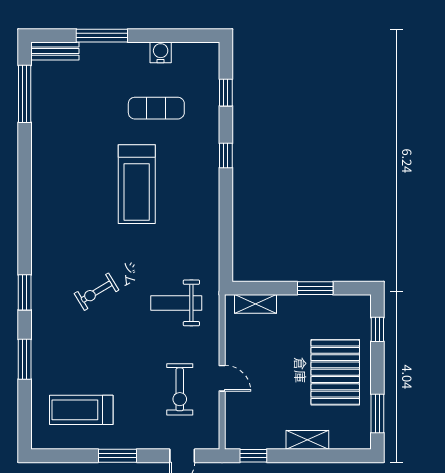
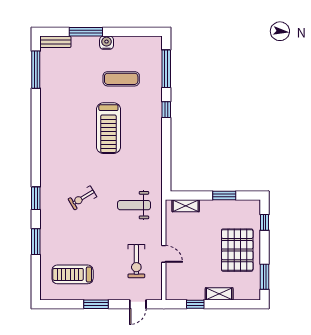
water cooler: (161, 52) -> (107, 43), moved
window: (226, 93) -> (166, 69), width x2.17
window: (253, 456) -> (195, 304), moved

